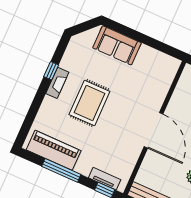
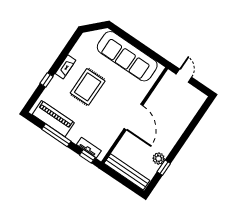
sofa: (117, 45) -> (127, 56), width x1.85, depth x1.27
window: (51, 71) -> (46, 80), moved

